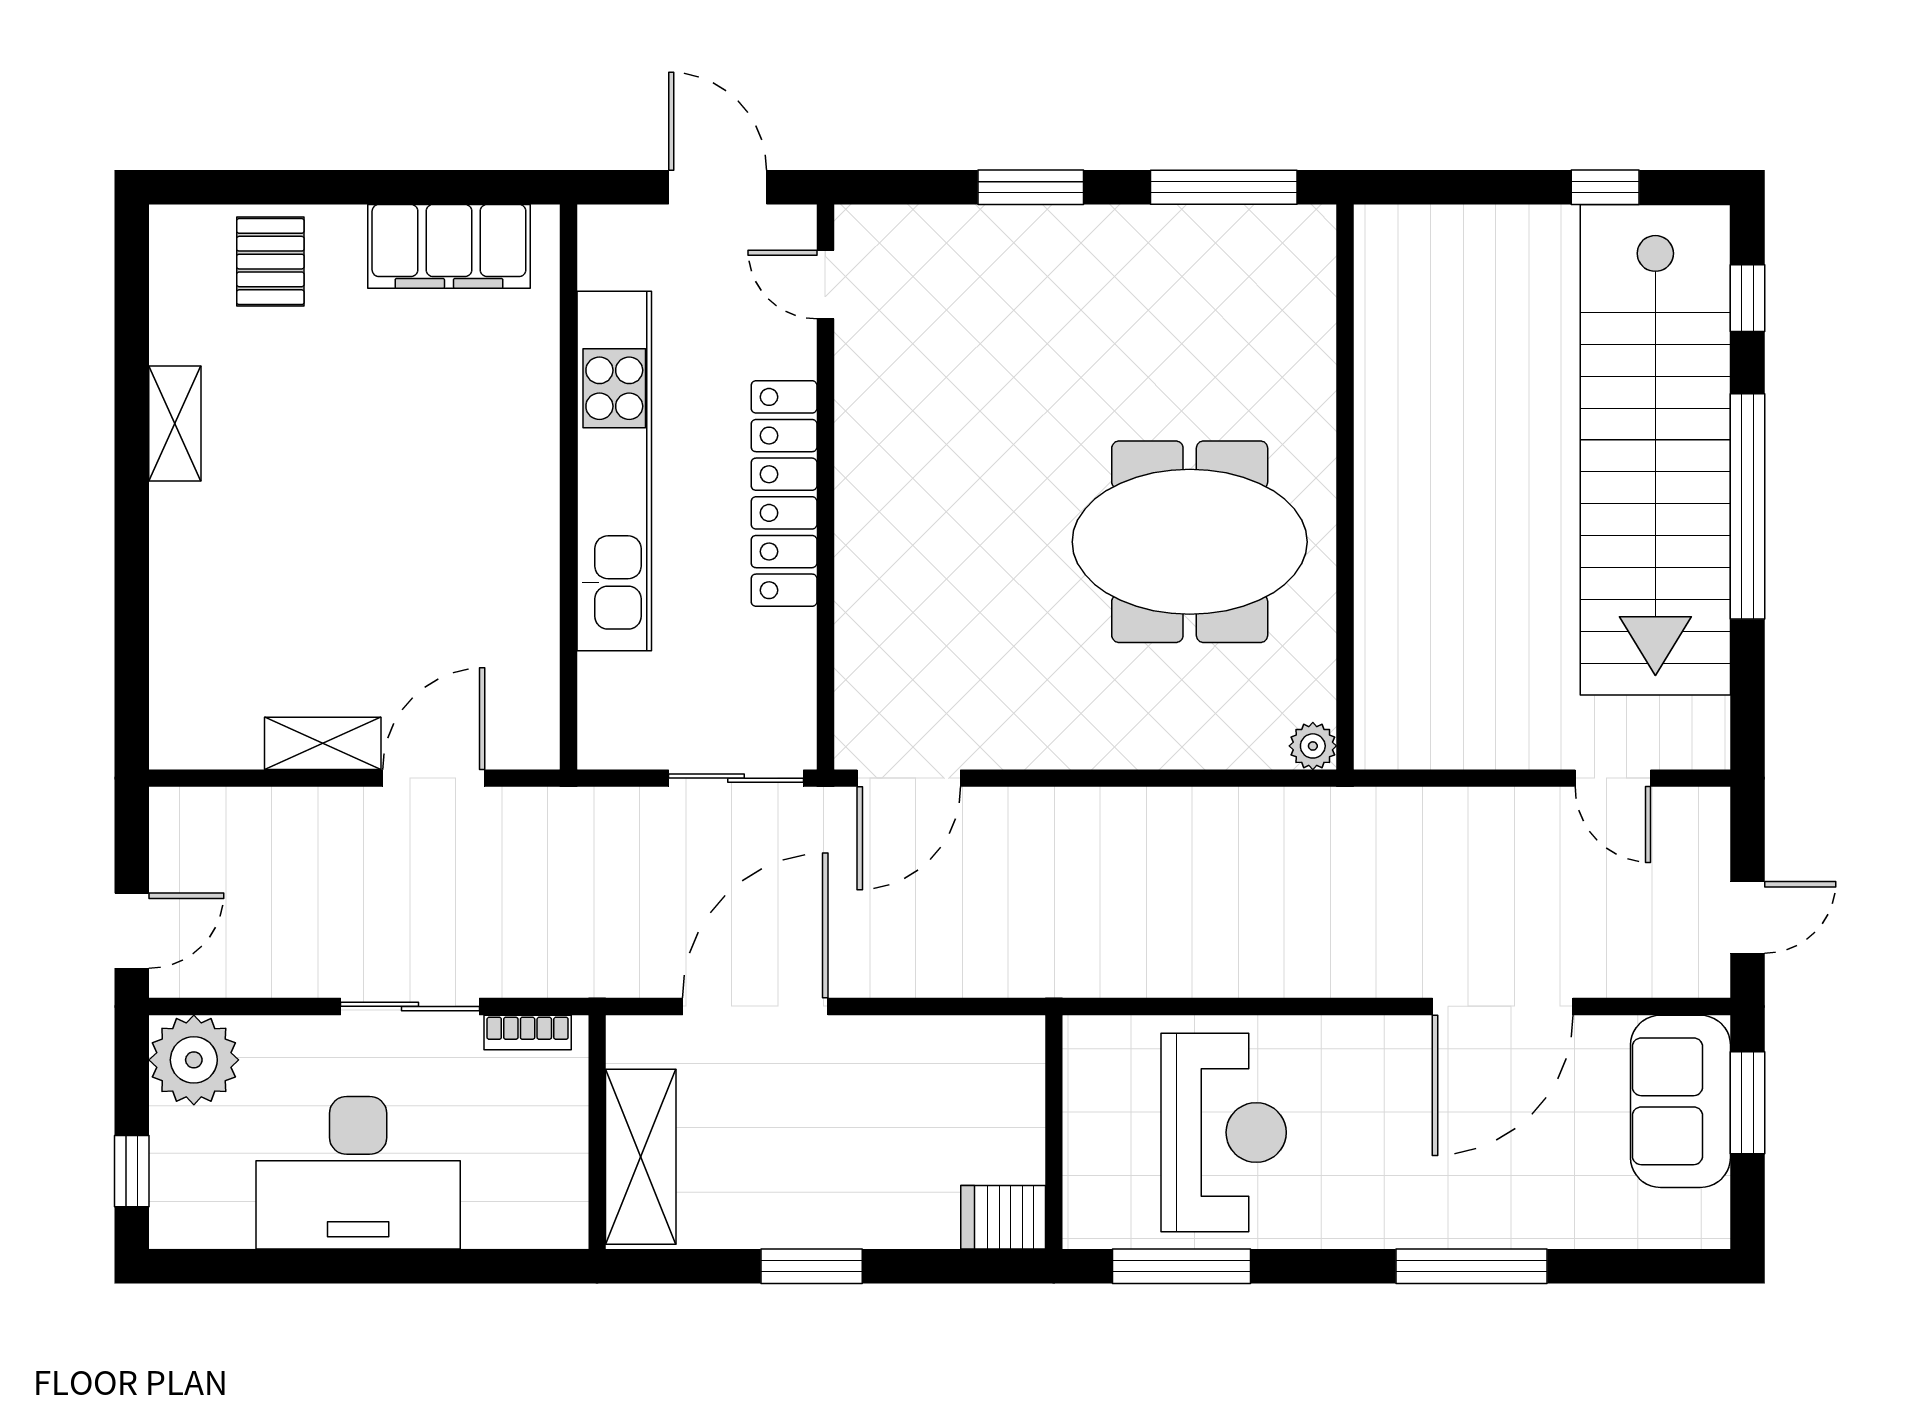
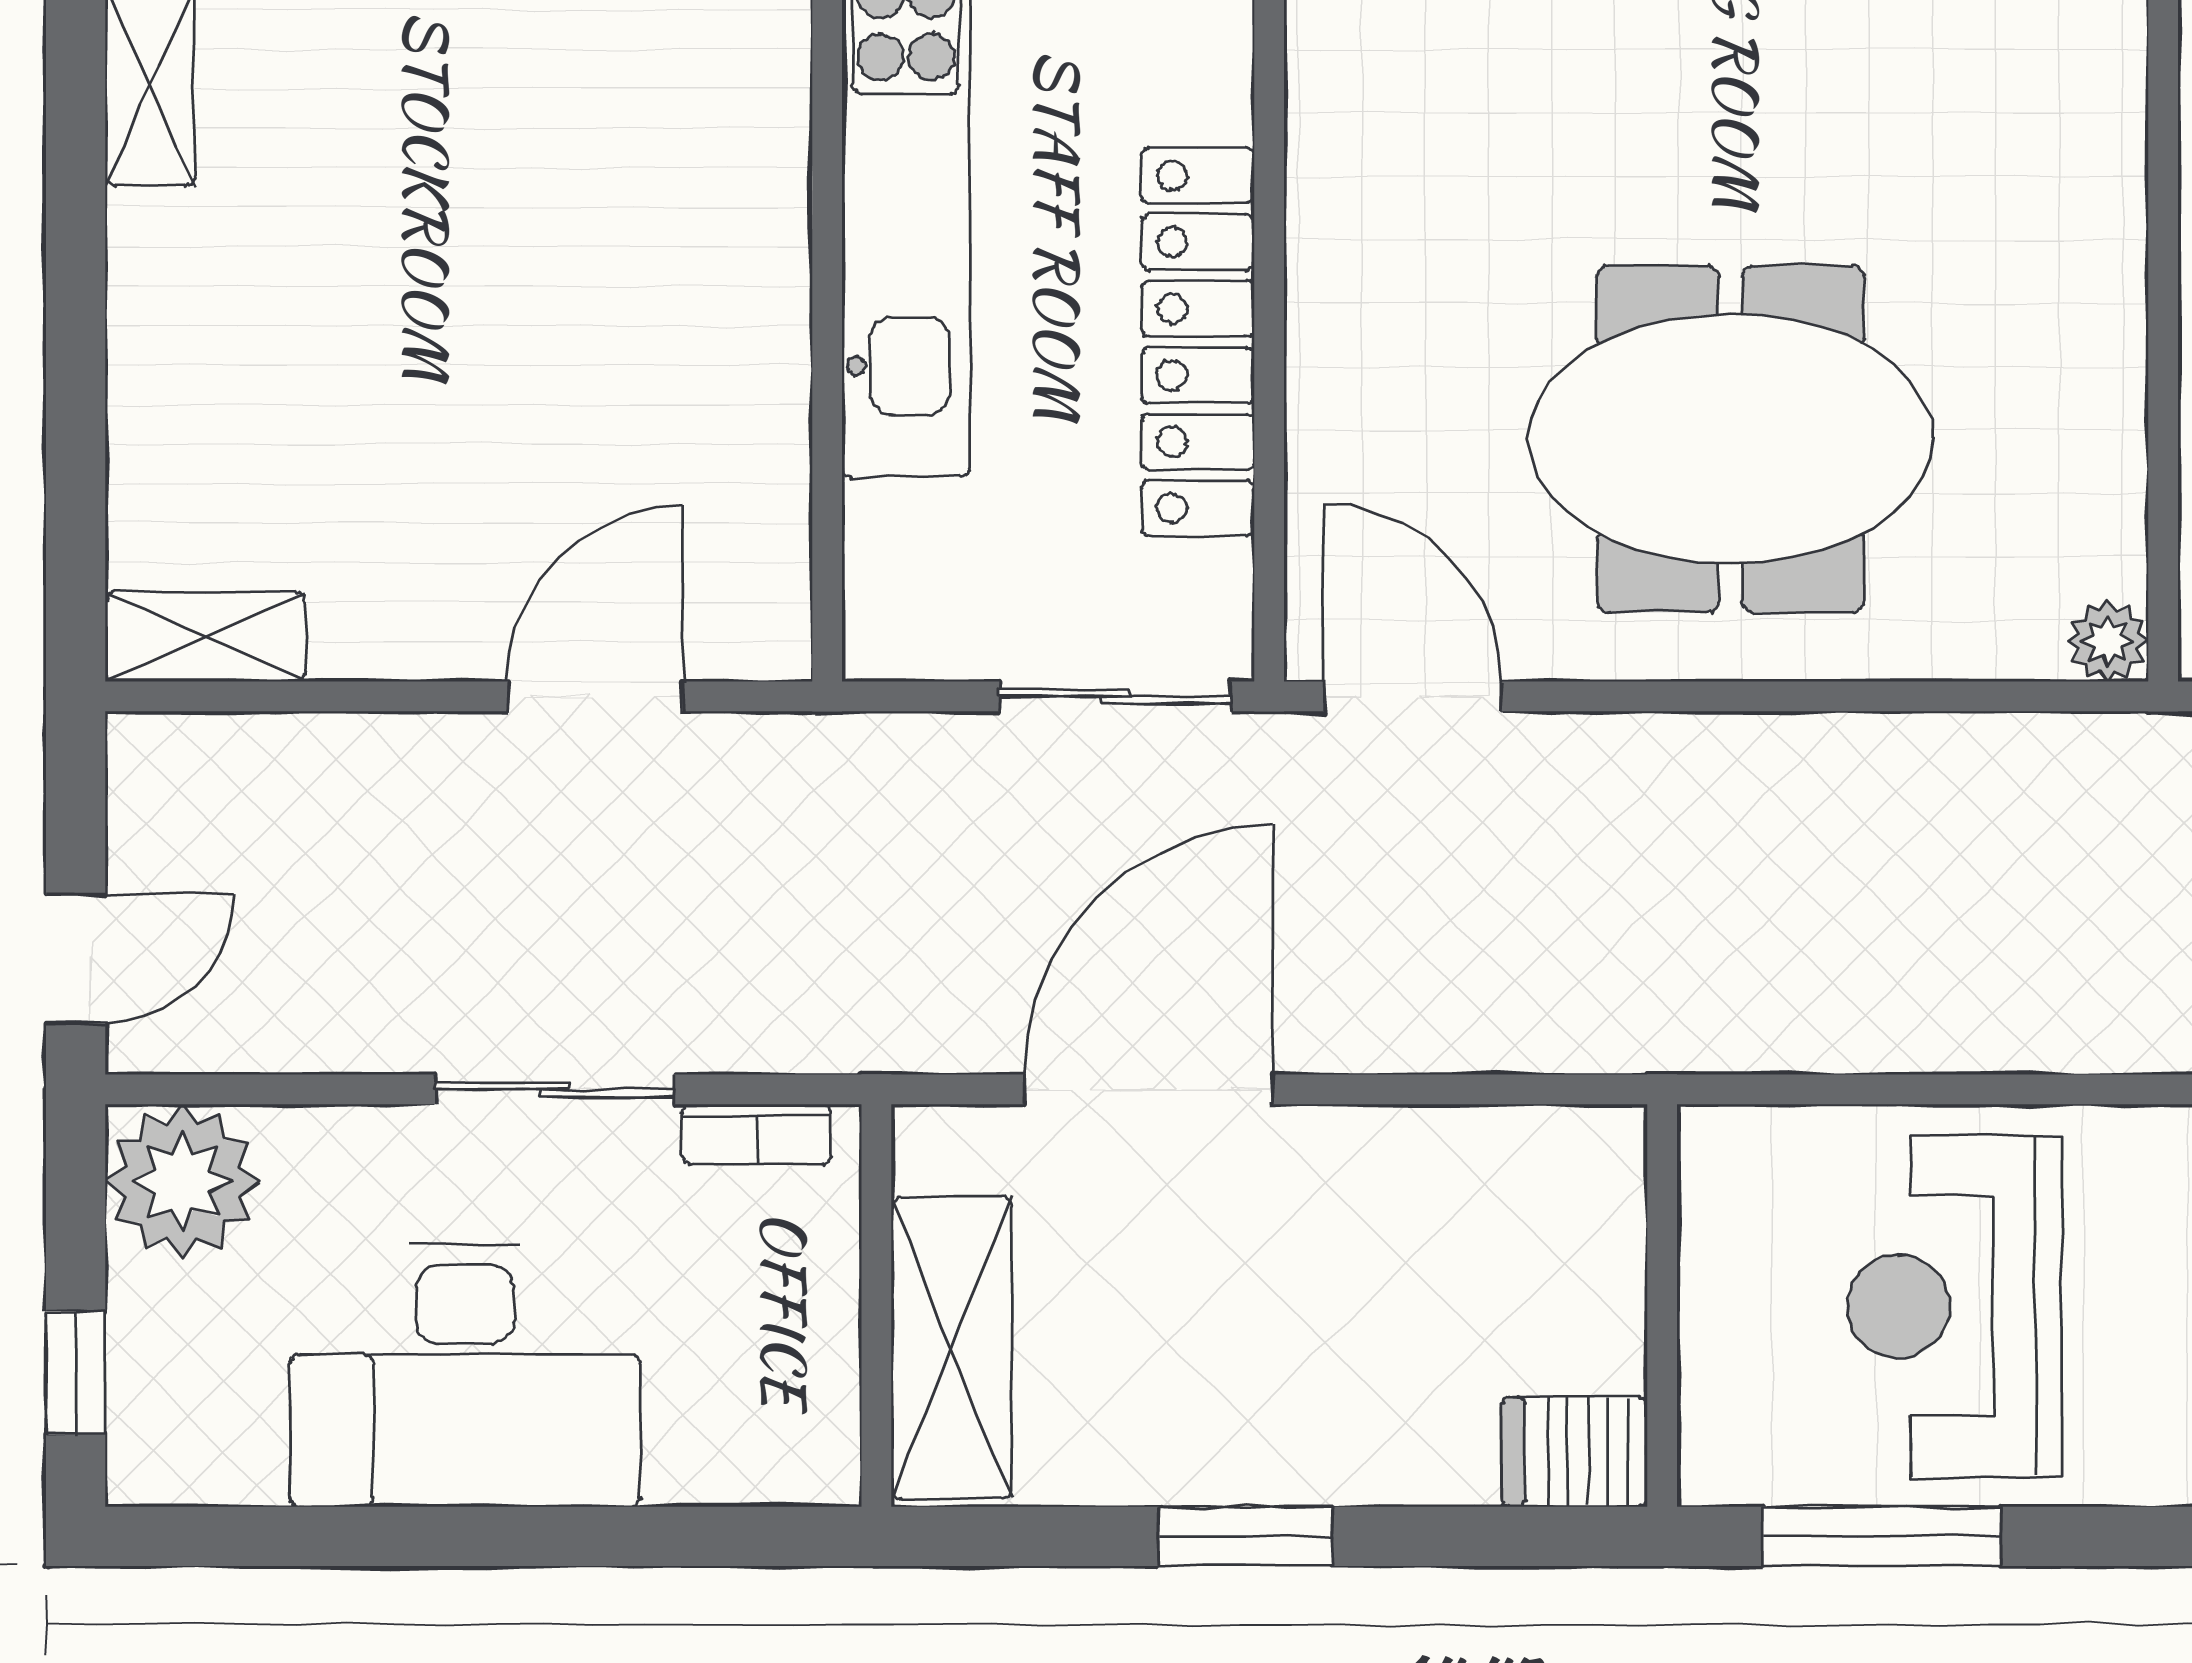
locker: (784, 494) -> (1198, 342), moved
meeting table: (1190, 542) -> (1731, 439), moved
shelving: (323, 743) -> (205, 637), moved
door: (909, 778) -> (1413, 696), swing flipped
reception desk: (1224, 1132) -> (1954, 1306), turned 180

